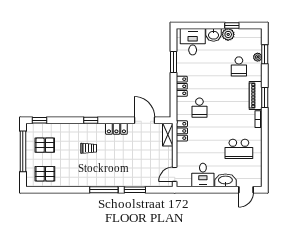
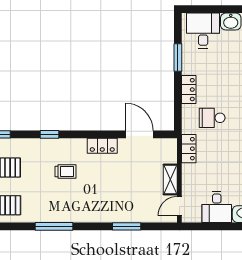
school desk: (199, 108) -> (212, 118), turned 90
window: (91, 120) -> (50, 134), moved
shelving: (168, 135) -> (170, 179), moved
window: (104, 190) -> (54, 226), moved

